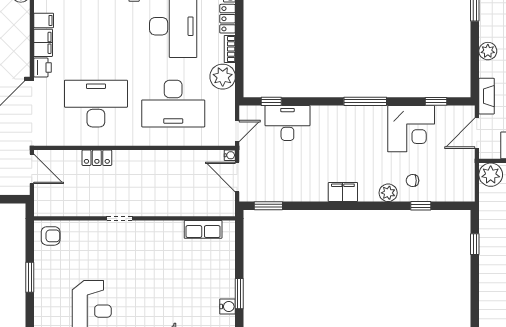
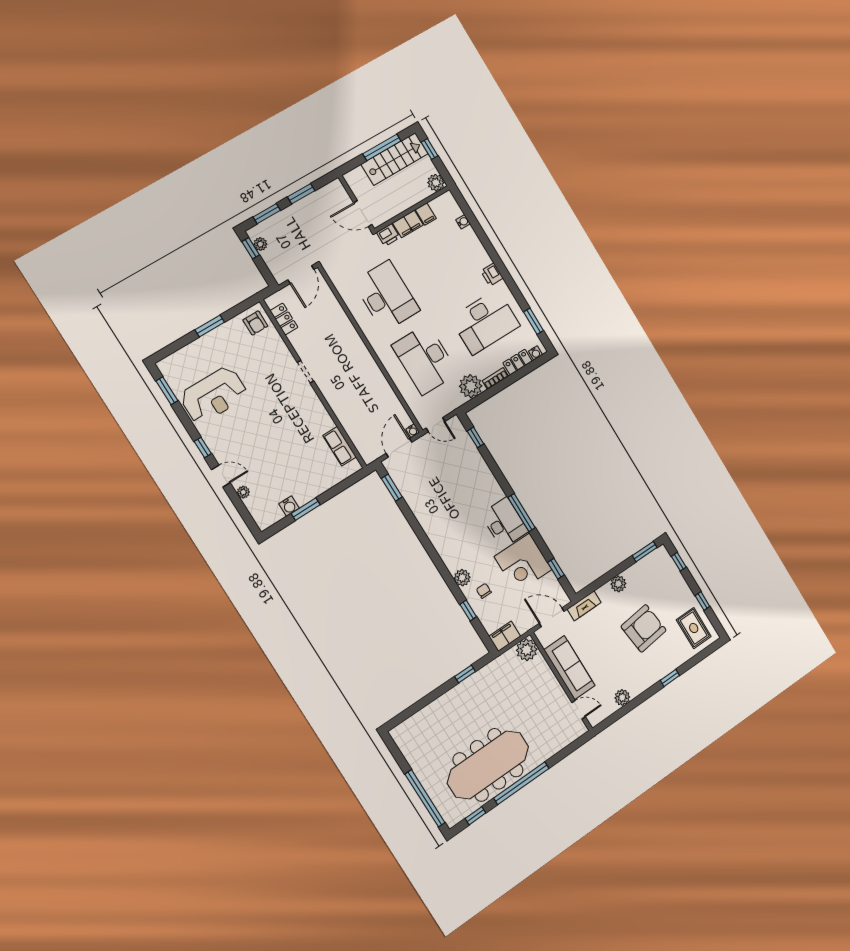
desk: (287, 123) -> (504, 523), moved
locker: (97, 158) -> (284, 319), moved, turned 180
filing cabinet: (343, 192) -> (505, 636), moved, turned -90

